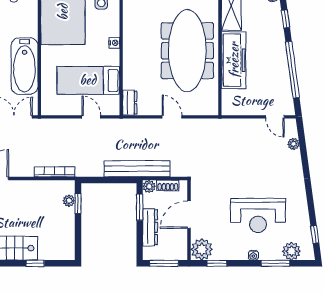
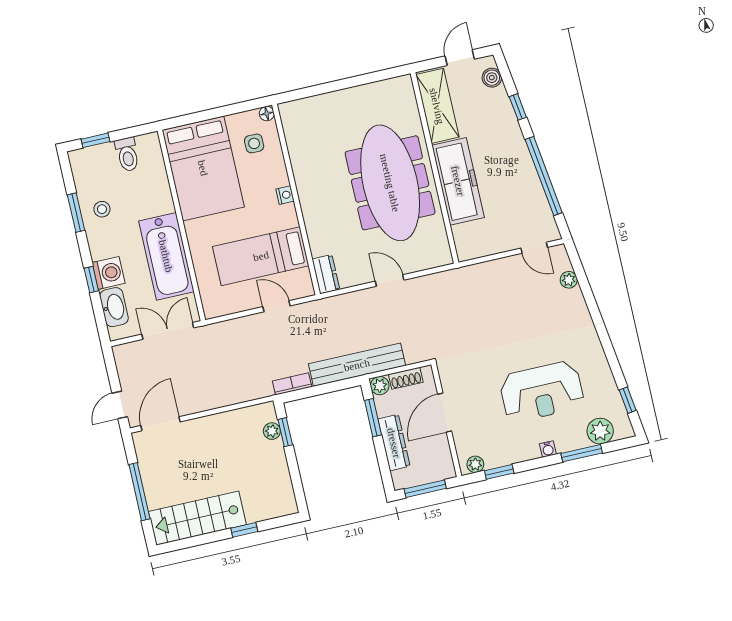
bookcase: (55, 172) -> (292, 384), moved, width x0.64
plant: (202, 249) -> (475, 464), width x0.53, depth x0.53

